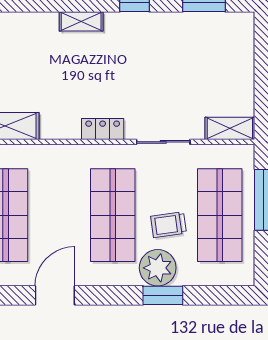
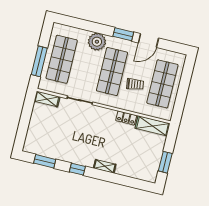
locker: (103, 129) -> (126, 118), moved
trolley: (168, 225) -> (135, 84), moved
window: (163, 295) -> (123, 34), moved

